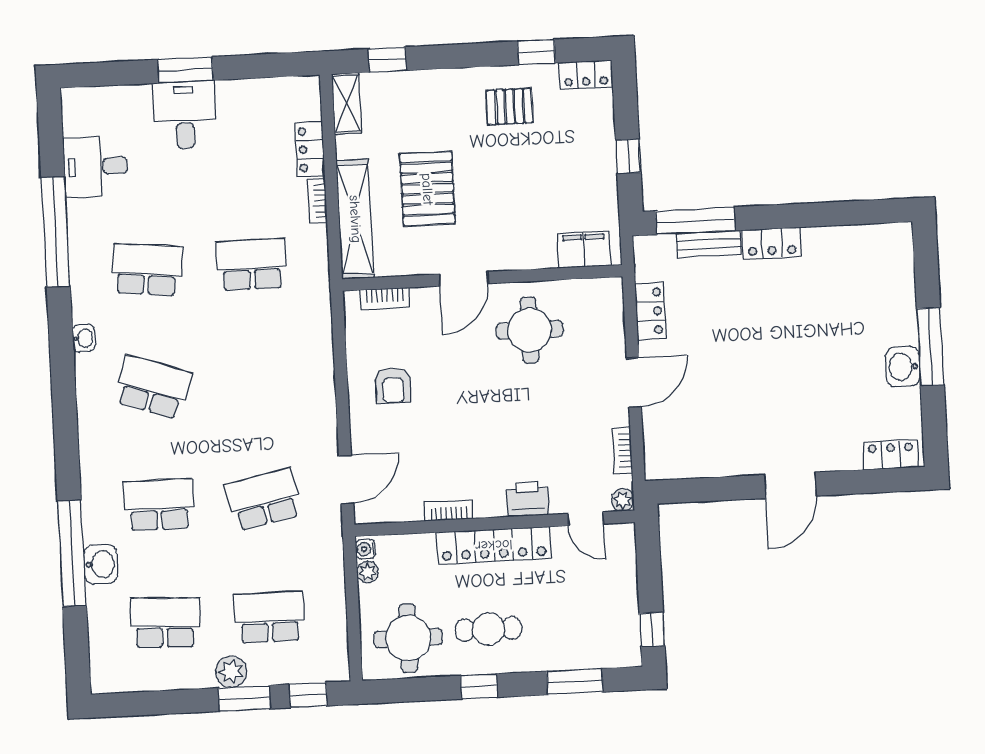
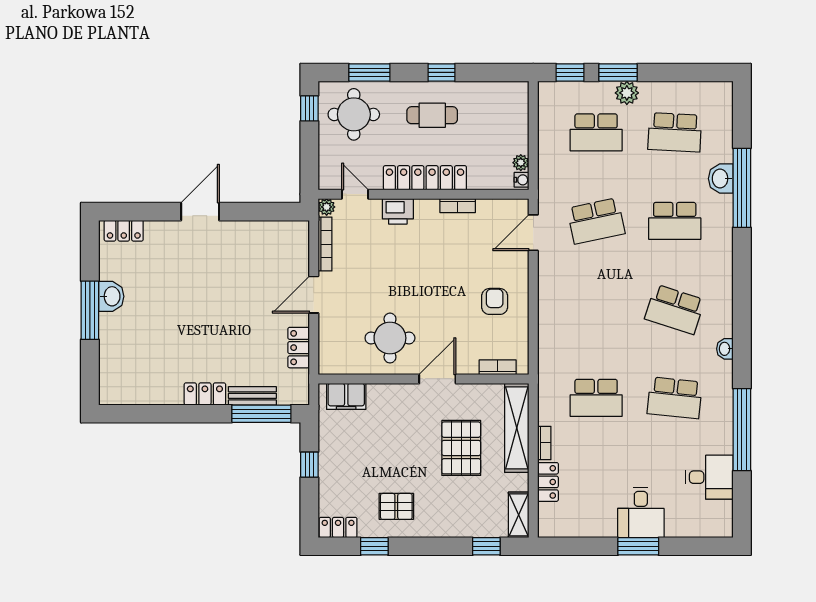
bookcase: (622, 451) -> (325, 244), width x1.56
round table: (408, 638) -> (354, 114), moved

